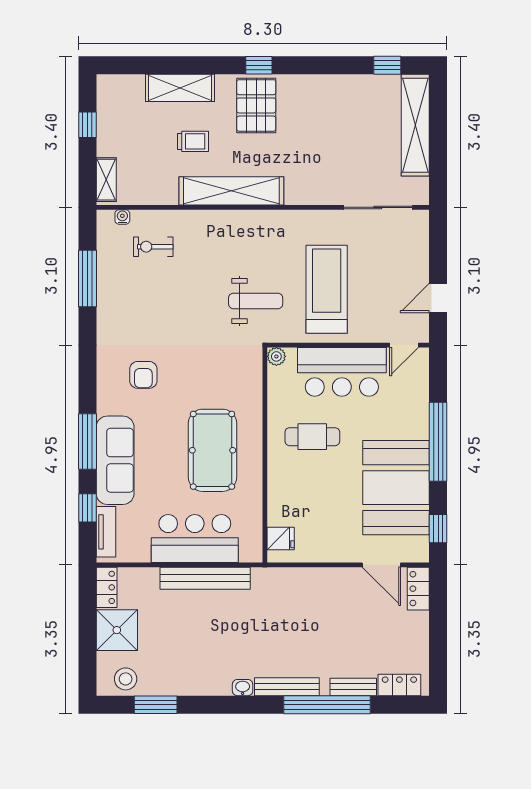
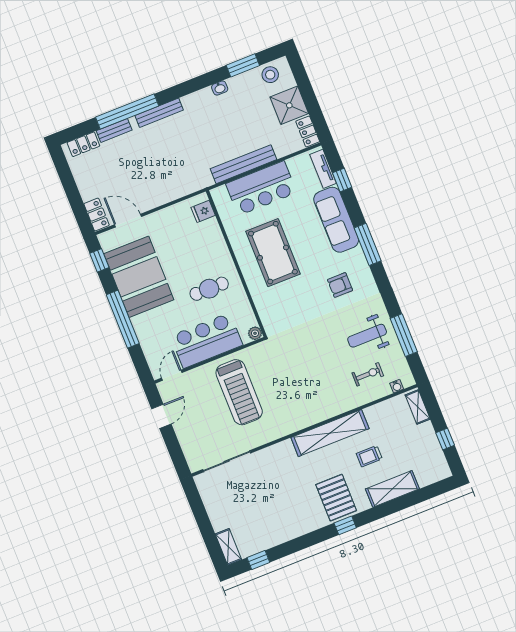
shelving: (415, 125) -> (228, 547), width x0.45, depth x0.75
weight bench: (256, 301) -> (367, 336), moved
armchair: (143, 375) -> (340, 285), turned -90
window: (87, 441) -> (368, 244), moved
washbasin: (243, 688) -> (220, 88), moved

